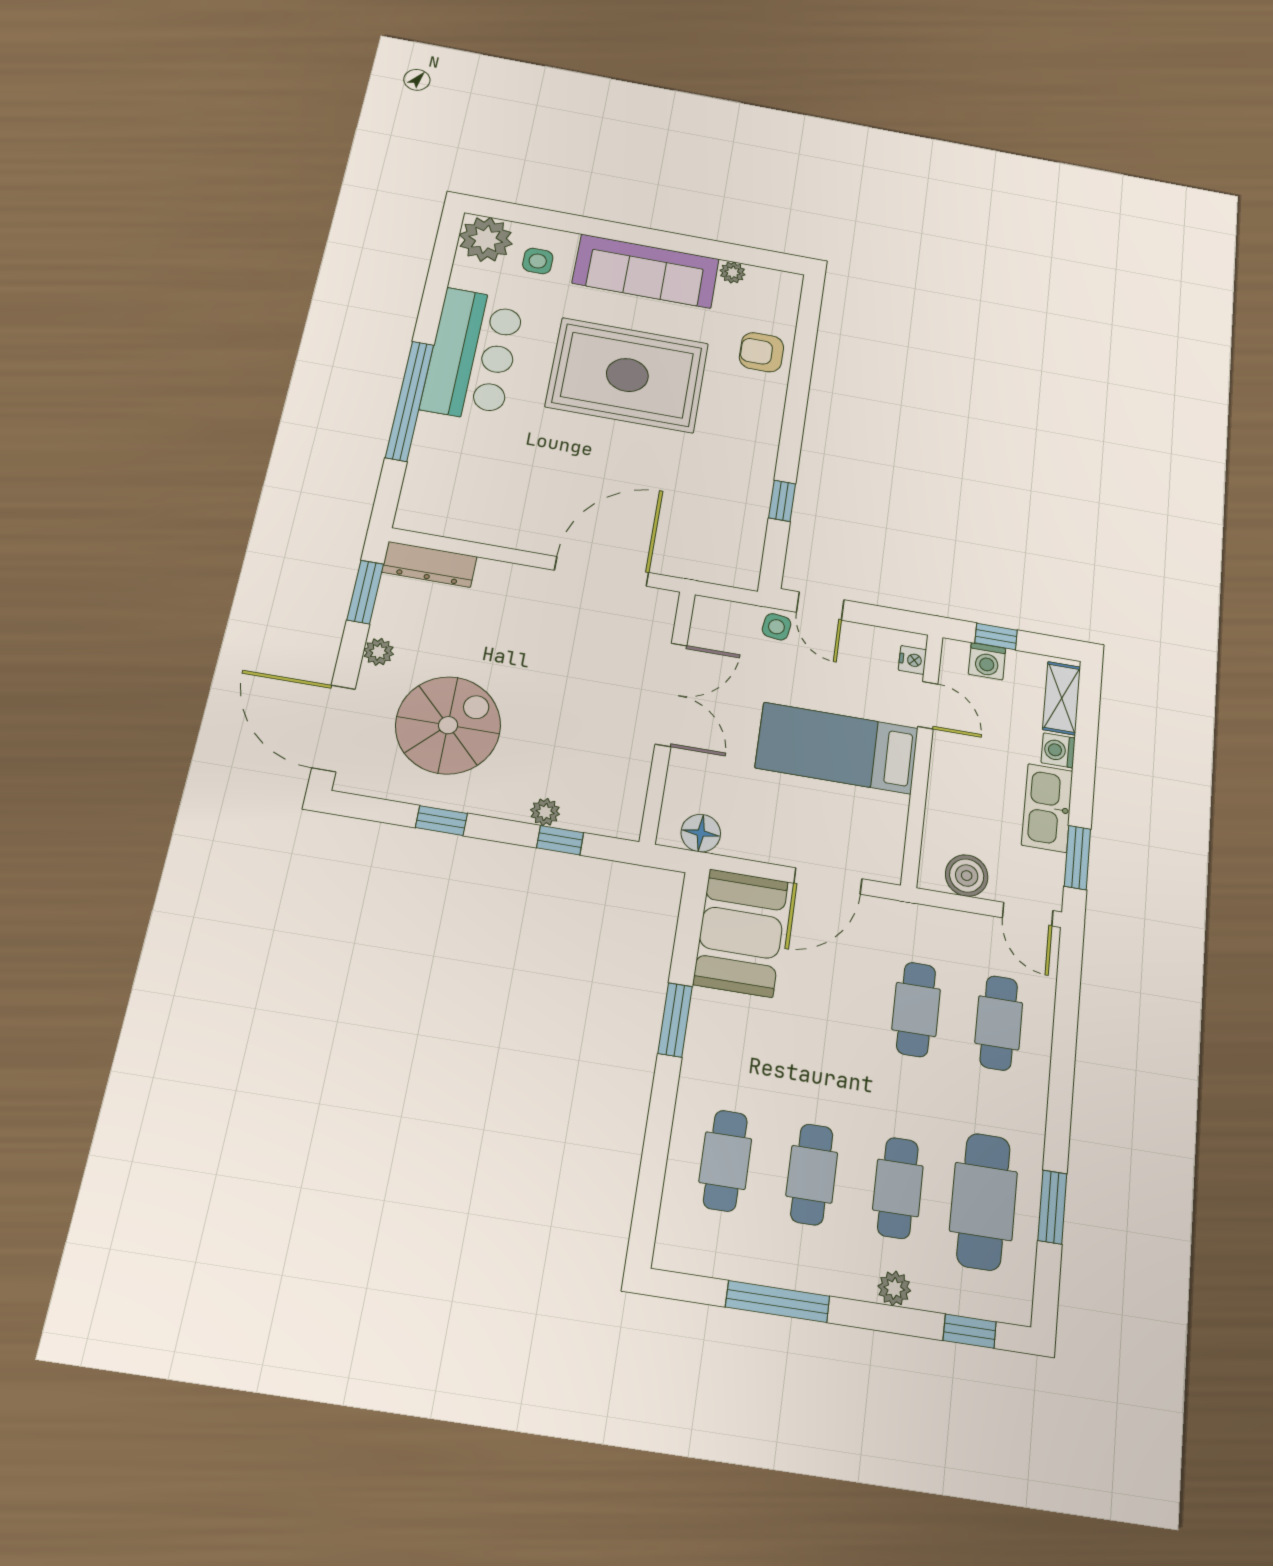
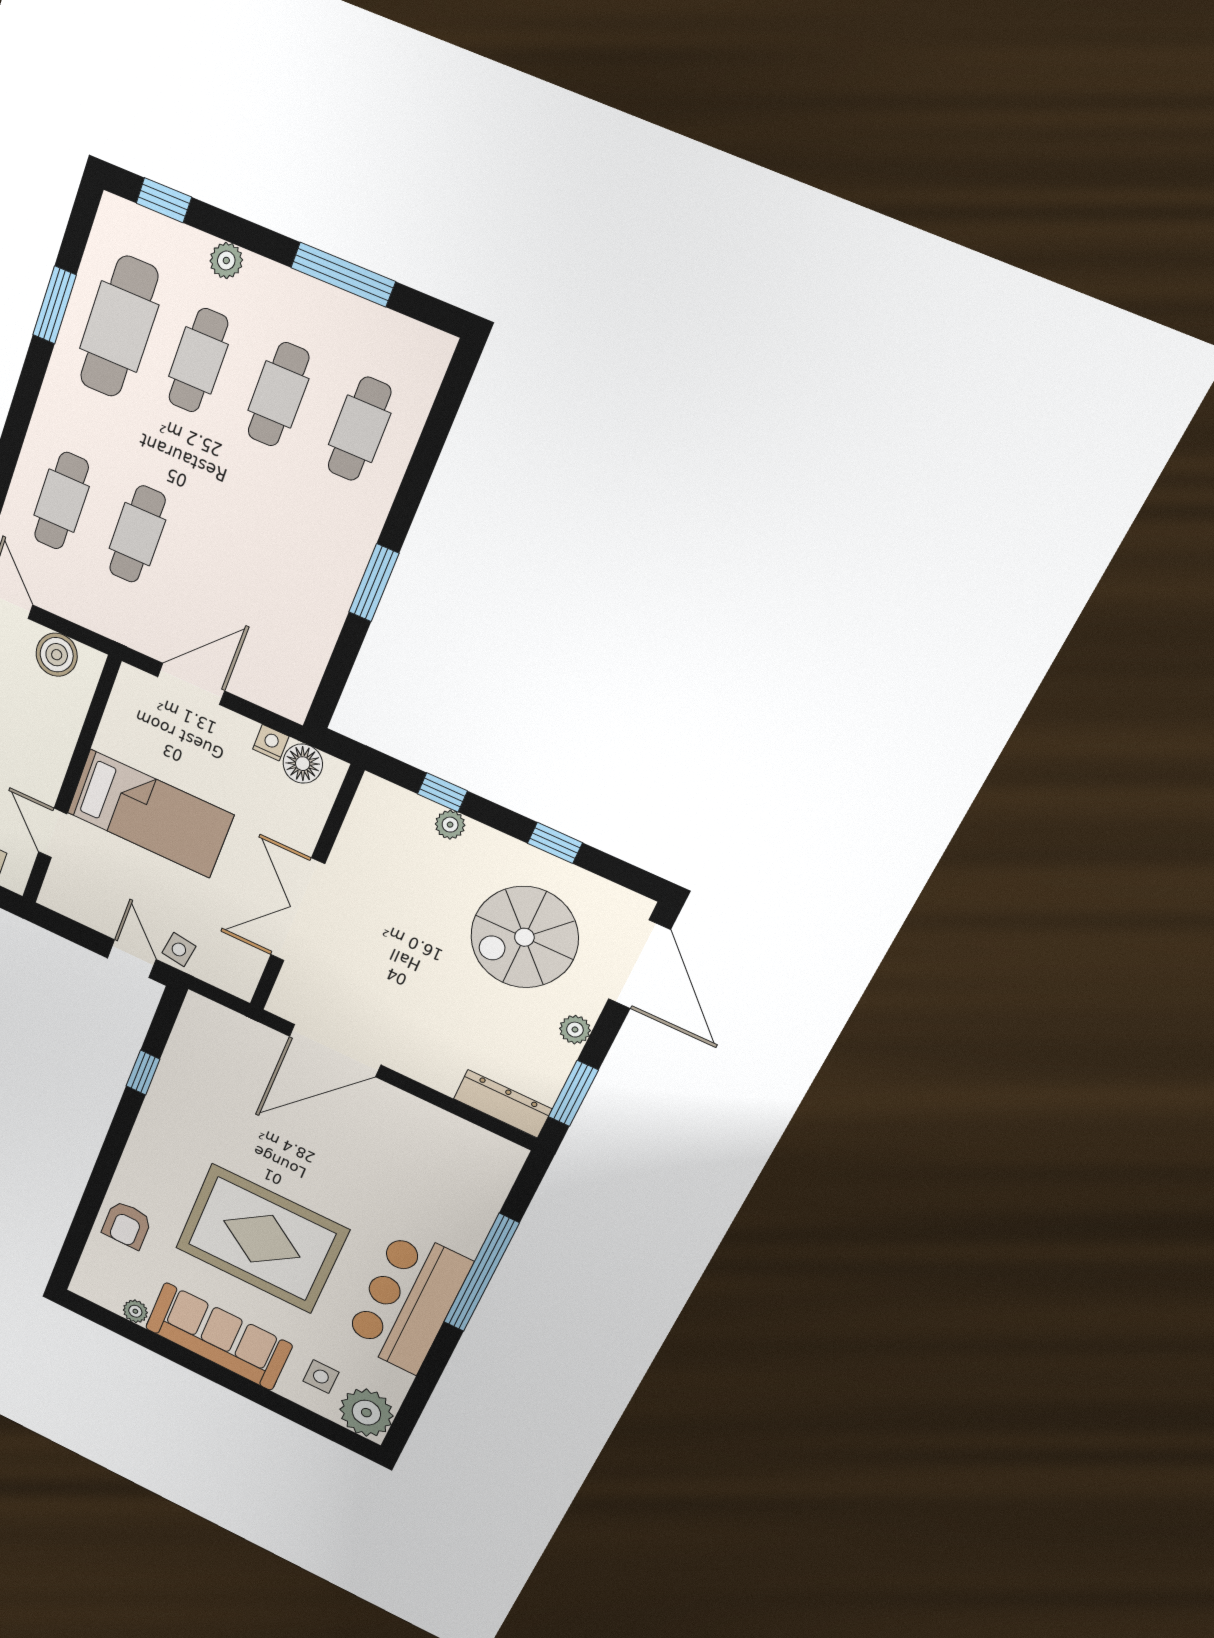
armchair: (761, 352) -> (127, 1225), turned 90
nightstand: (912, 660) -> (271, 743), moved, turned 90
booth: (741, 933) -> (288, 654), removed

